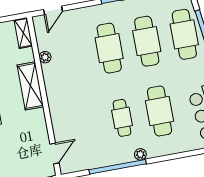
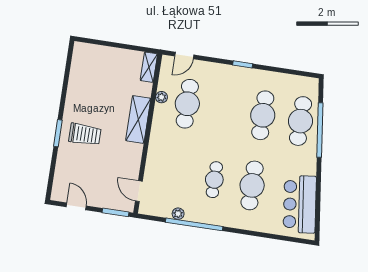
cafe table: (109, 48) -> (187, 104), moved
door: (54, 153) -> (139, 191), swing flipped
plant: (140, 154) -> (178, 214), moved

